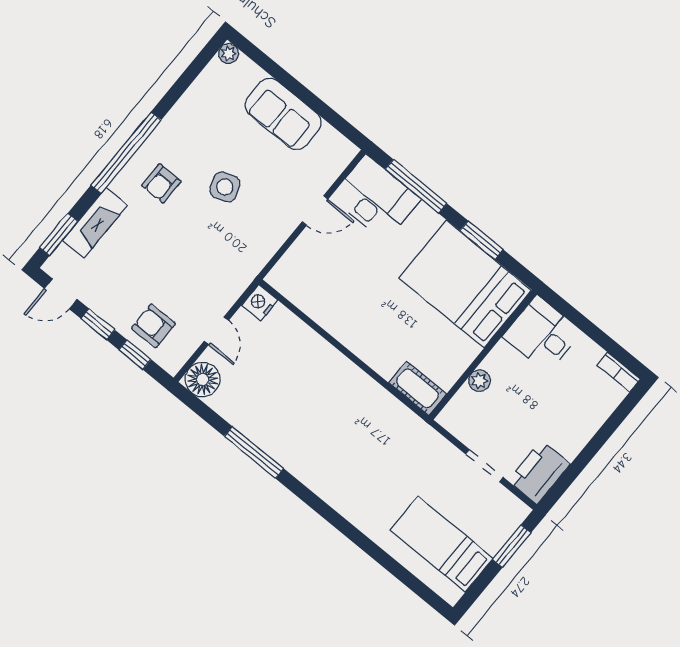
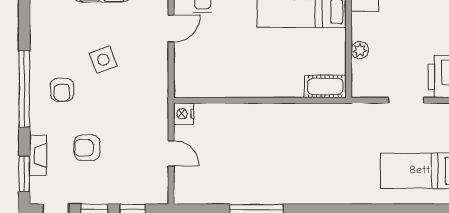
fireplace: (95, 223) -> (38, 155), width x0.73, depth x0.76
armchair: (154, 326) -> (87, 148), moved
floor lamp: (203, 380) -> (187, 190), removed

